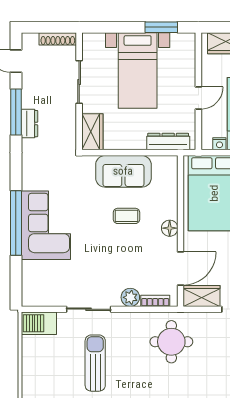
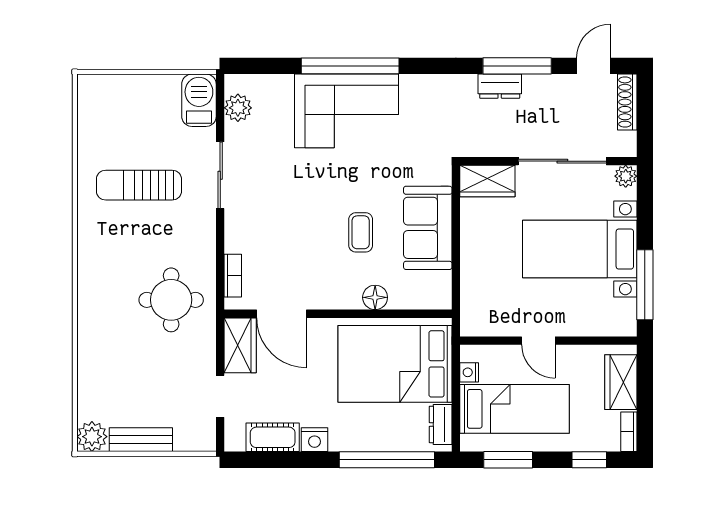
window: (161, 27) -> (645, 285), width x1.44
shoe rack: (58, 39) -> (627, 102), moved
plant: (89, 40) -> (626, 176), added
sliding door: (79, 82) -> (562, 161), width x1.37
dresser: (168, 142) -> (473, 295), removed
floor lamp: (170, 228) -> (375, 297), moved
plant: (130, 297) -> (238, 108), moved
sun lounger: (95, 363) -> (139, 185), turned 180

